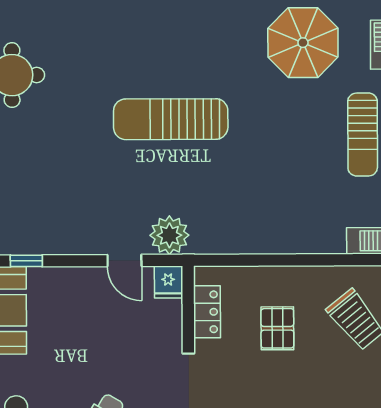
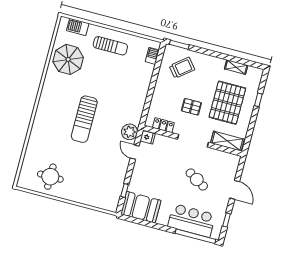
door: (124, 260) -> (135, 152), swing flipped
pallet: (277, 328) -> (191, 107), moved

